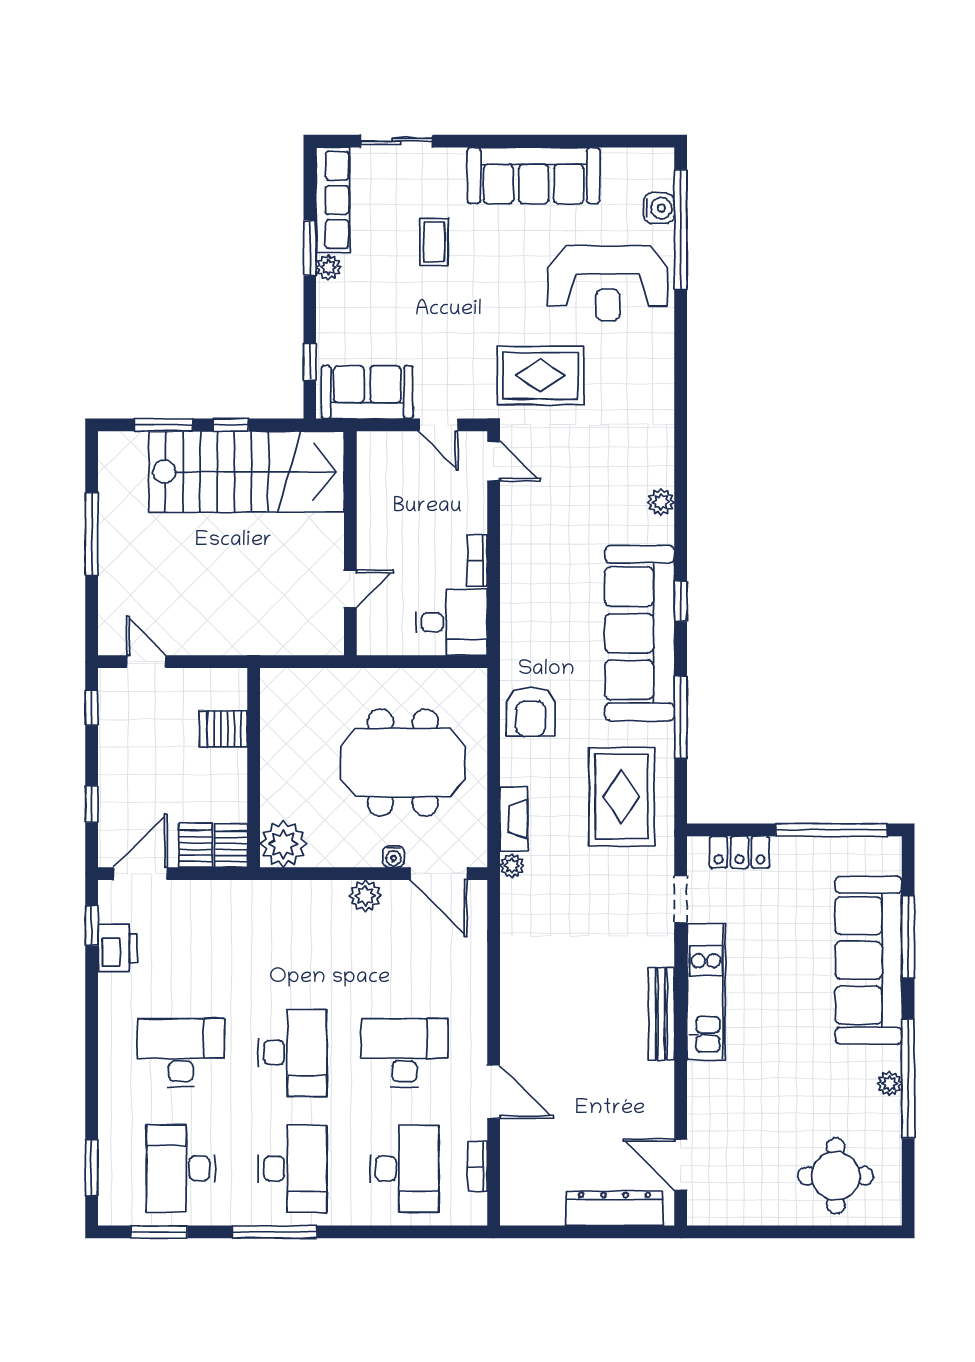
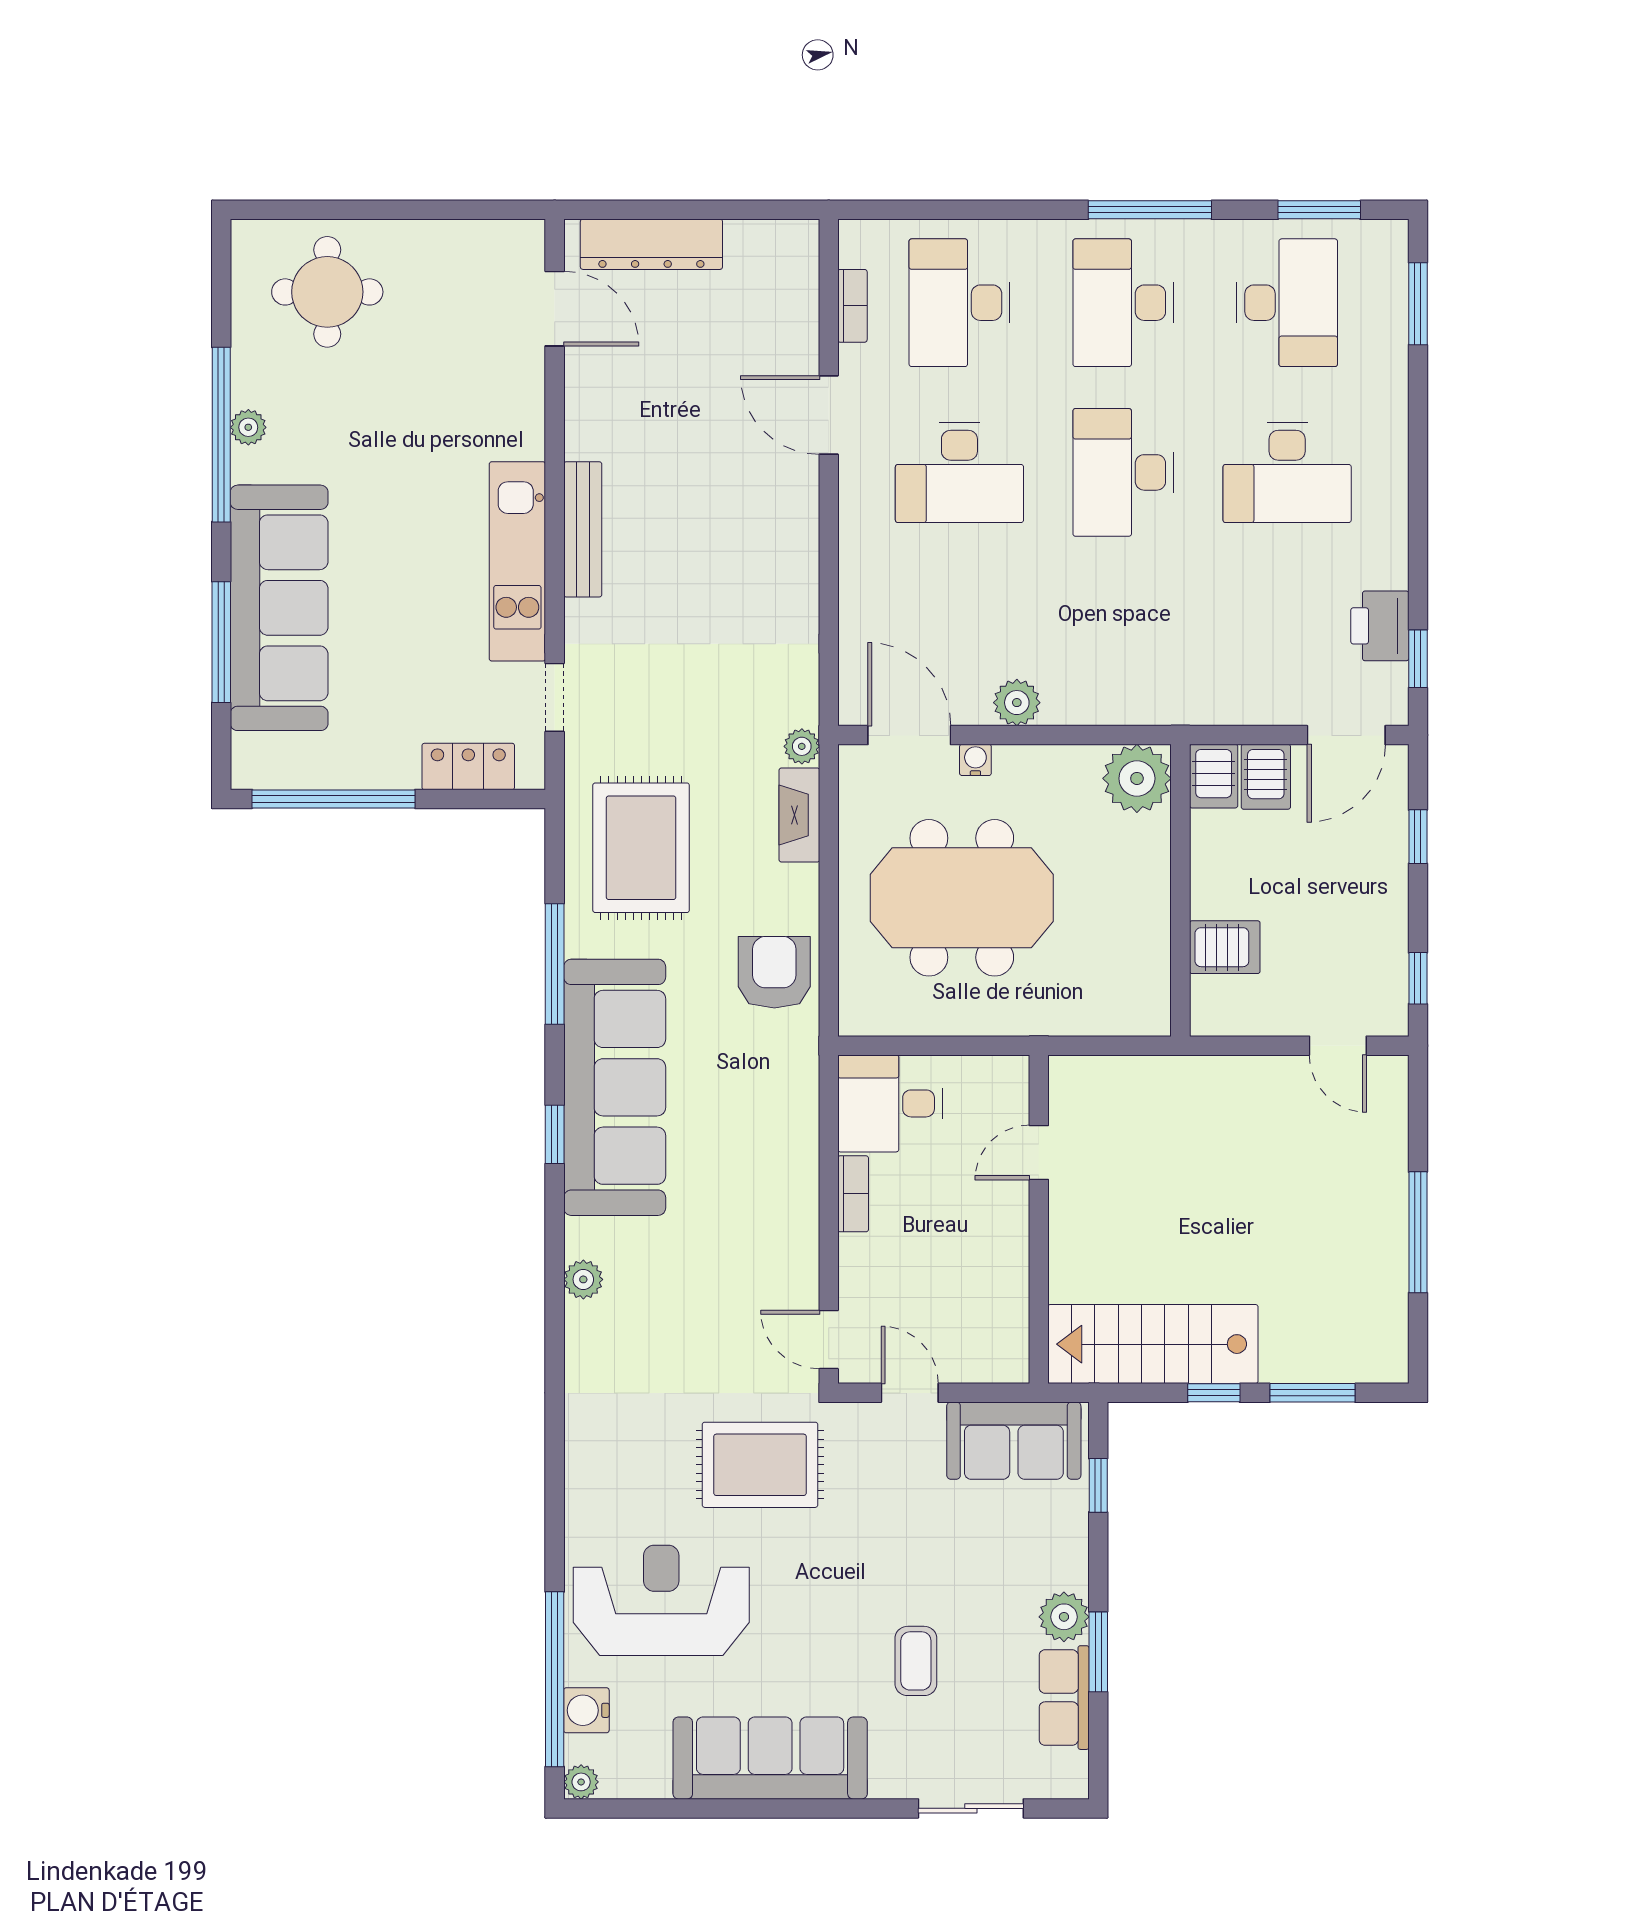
plant: (663, 159) -> (581, 1782), added
row of seats: (333, 200) -> (1064, 1698), width x0.68
plant: (328, 267) -> (1064, 1617), width x1.38, depth x1.38
stairs: (246, 472) -> (1153, 1344), width x0.73, depth x0.66

